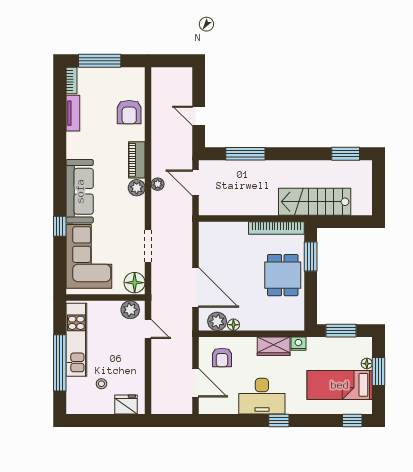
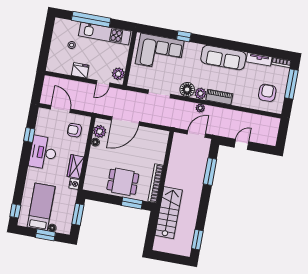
armchair: (129, 112) -> (267, 93), moved, turned 90
sofa: (80, 191) -> (223, 58), moved
floor lamp: (135, 283) -> (187, 89), moved
door: (195, 383) -> (61, 109), swing flipped
fridge: (126, 405) -> (80, 70), moved, turned -90
window: (279, 421) -> (29, 135), moved

